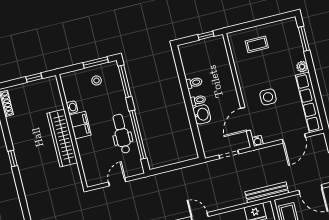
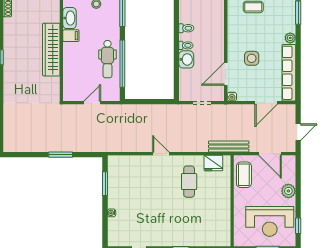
washbasin: (72, 107) -> (69, 18), width x1.91, depth x1.45
filing cabinet: (80, 125) -> (71, 36), width x0.50
dental chair: (122, 134) -> (107, 59), turned 180

